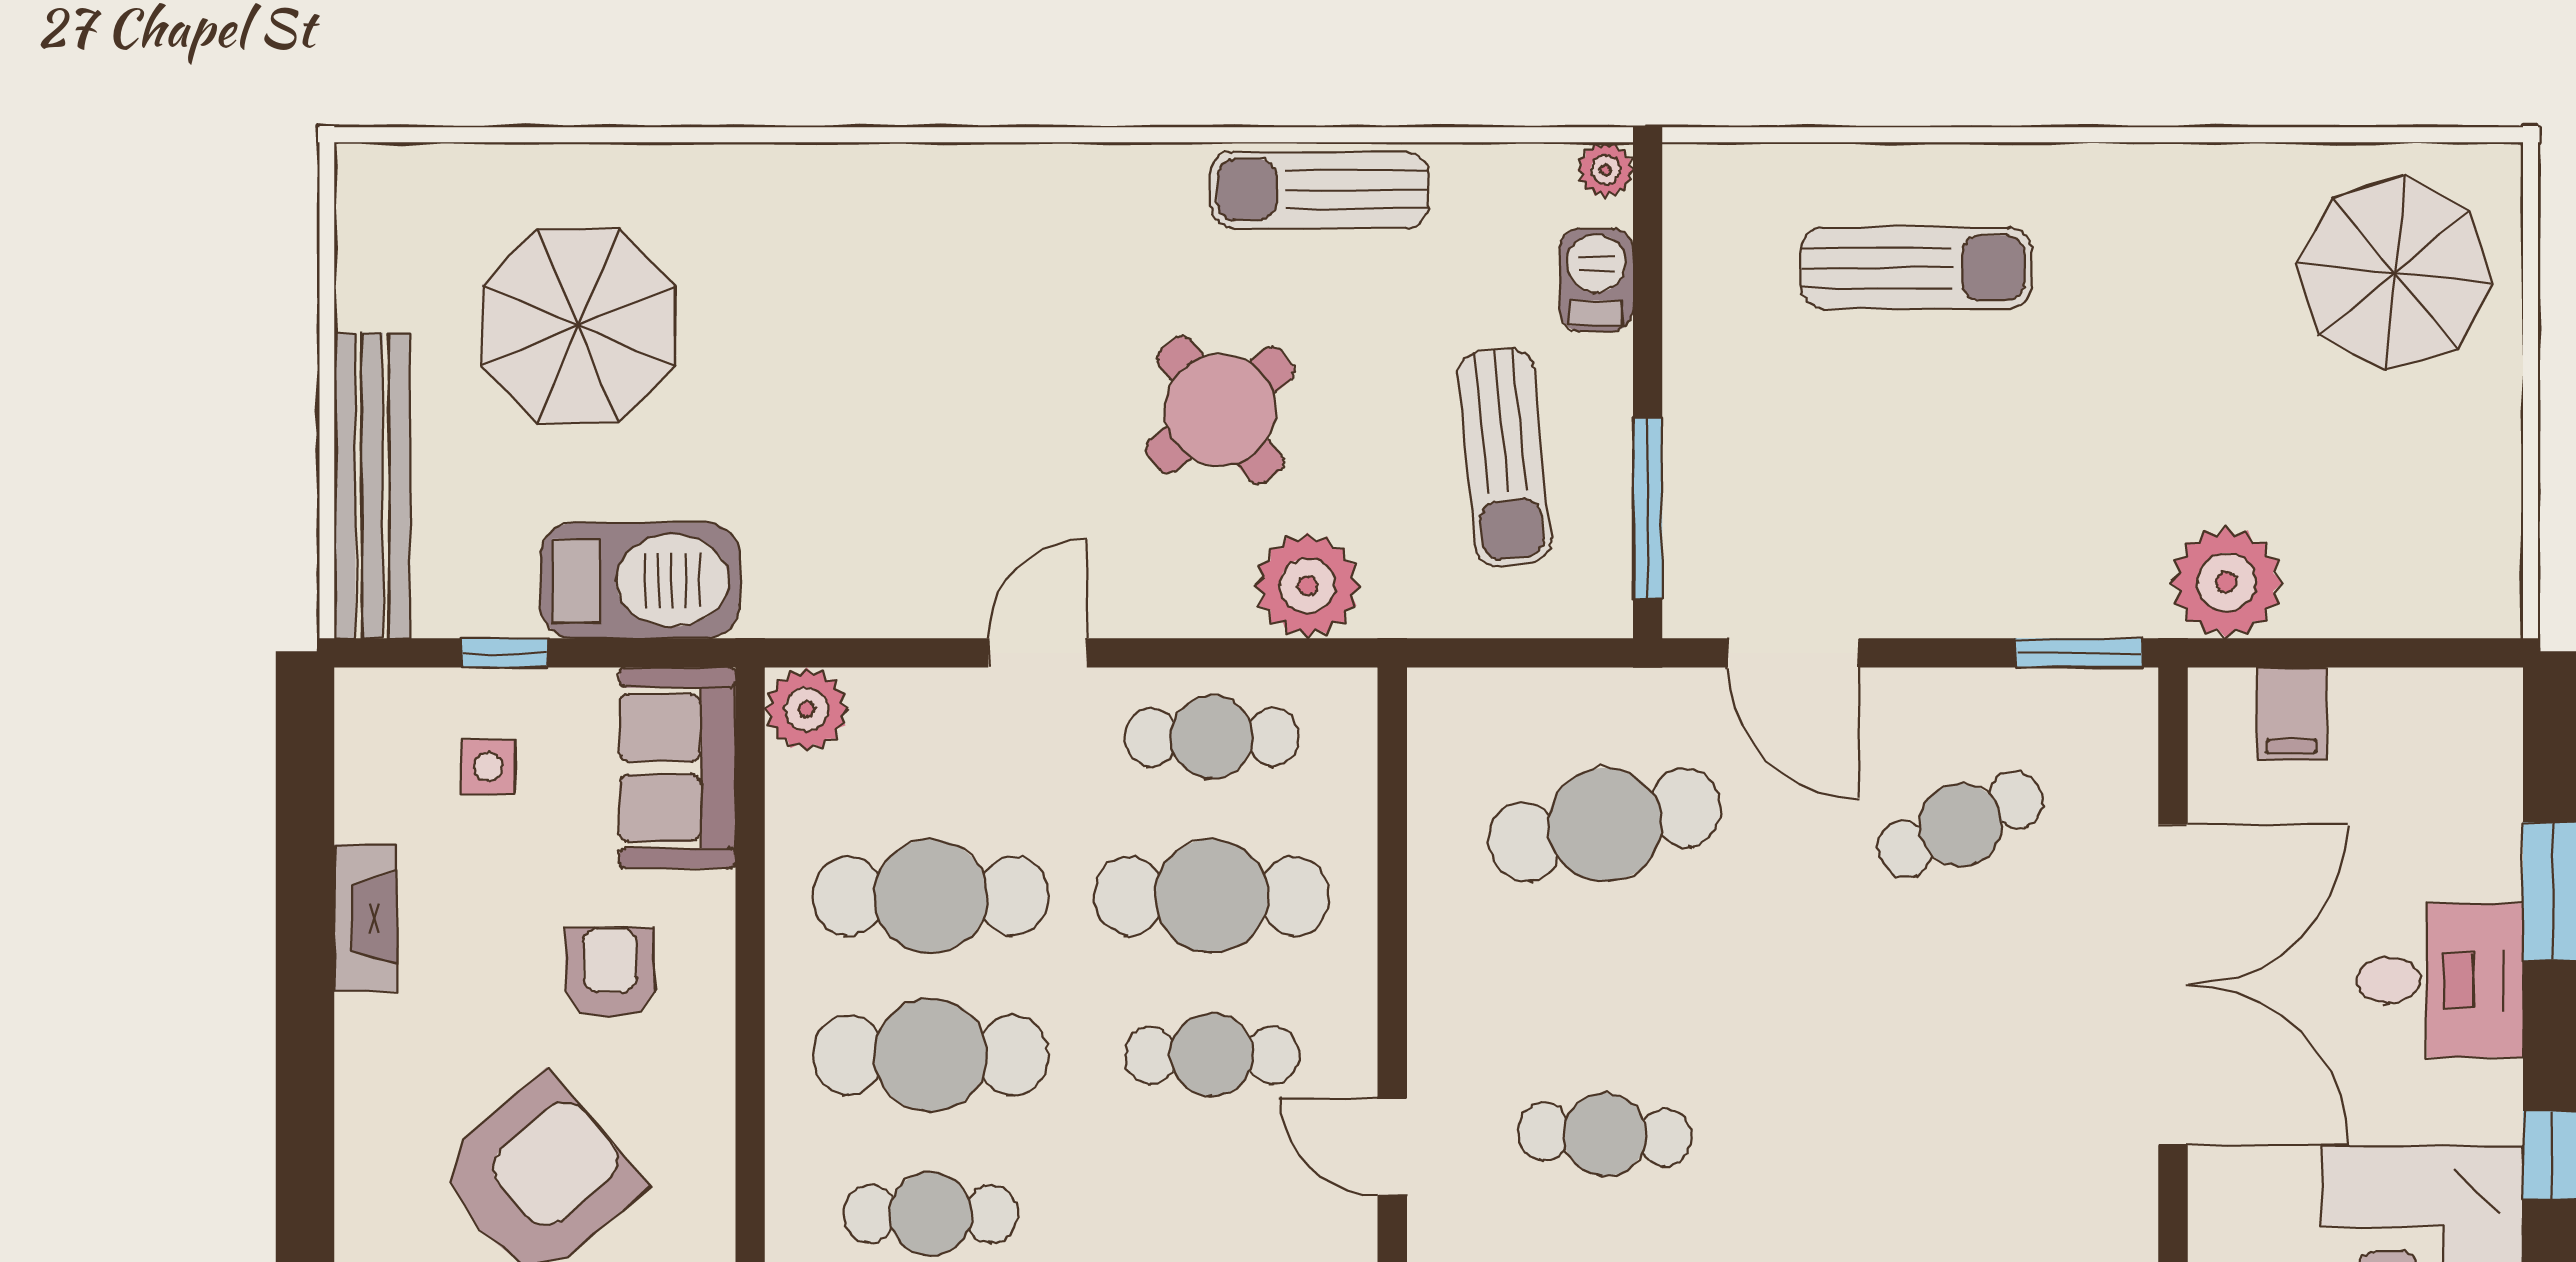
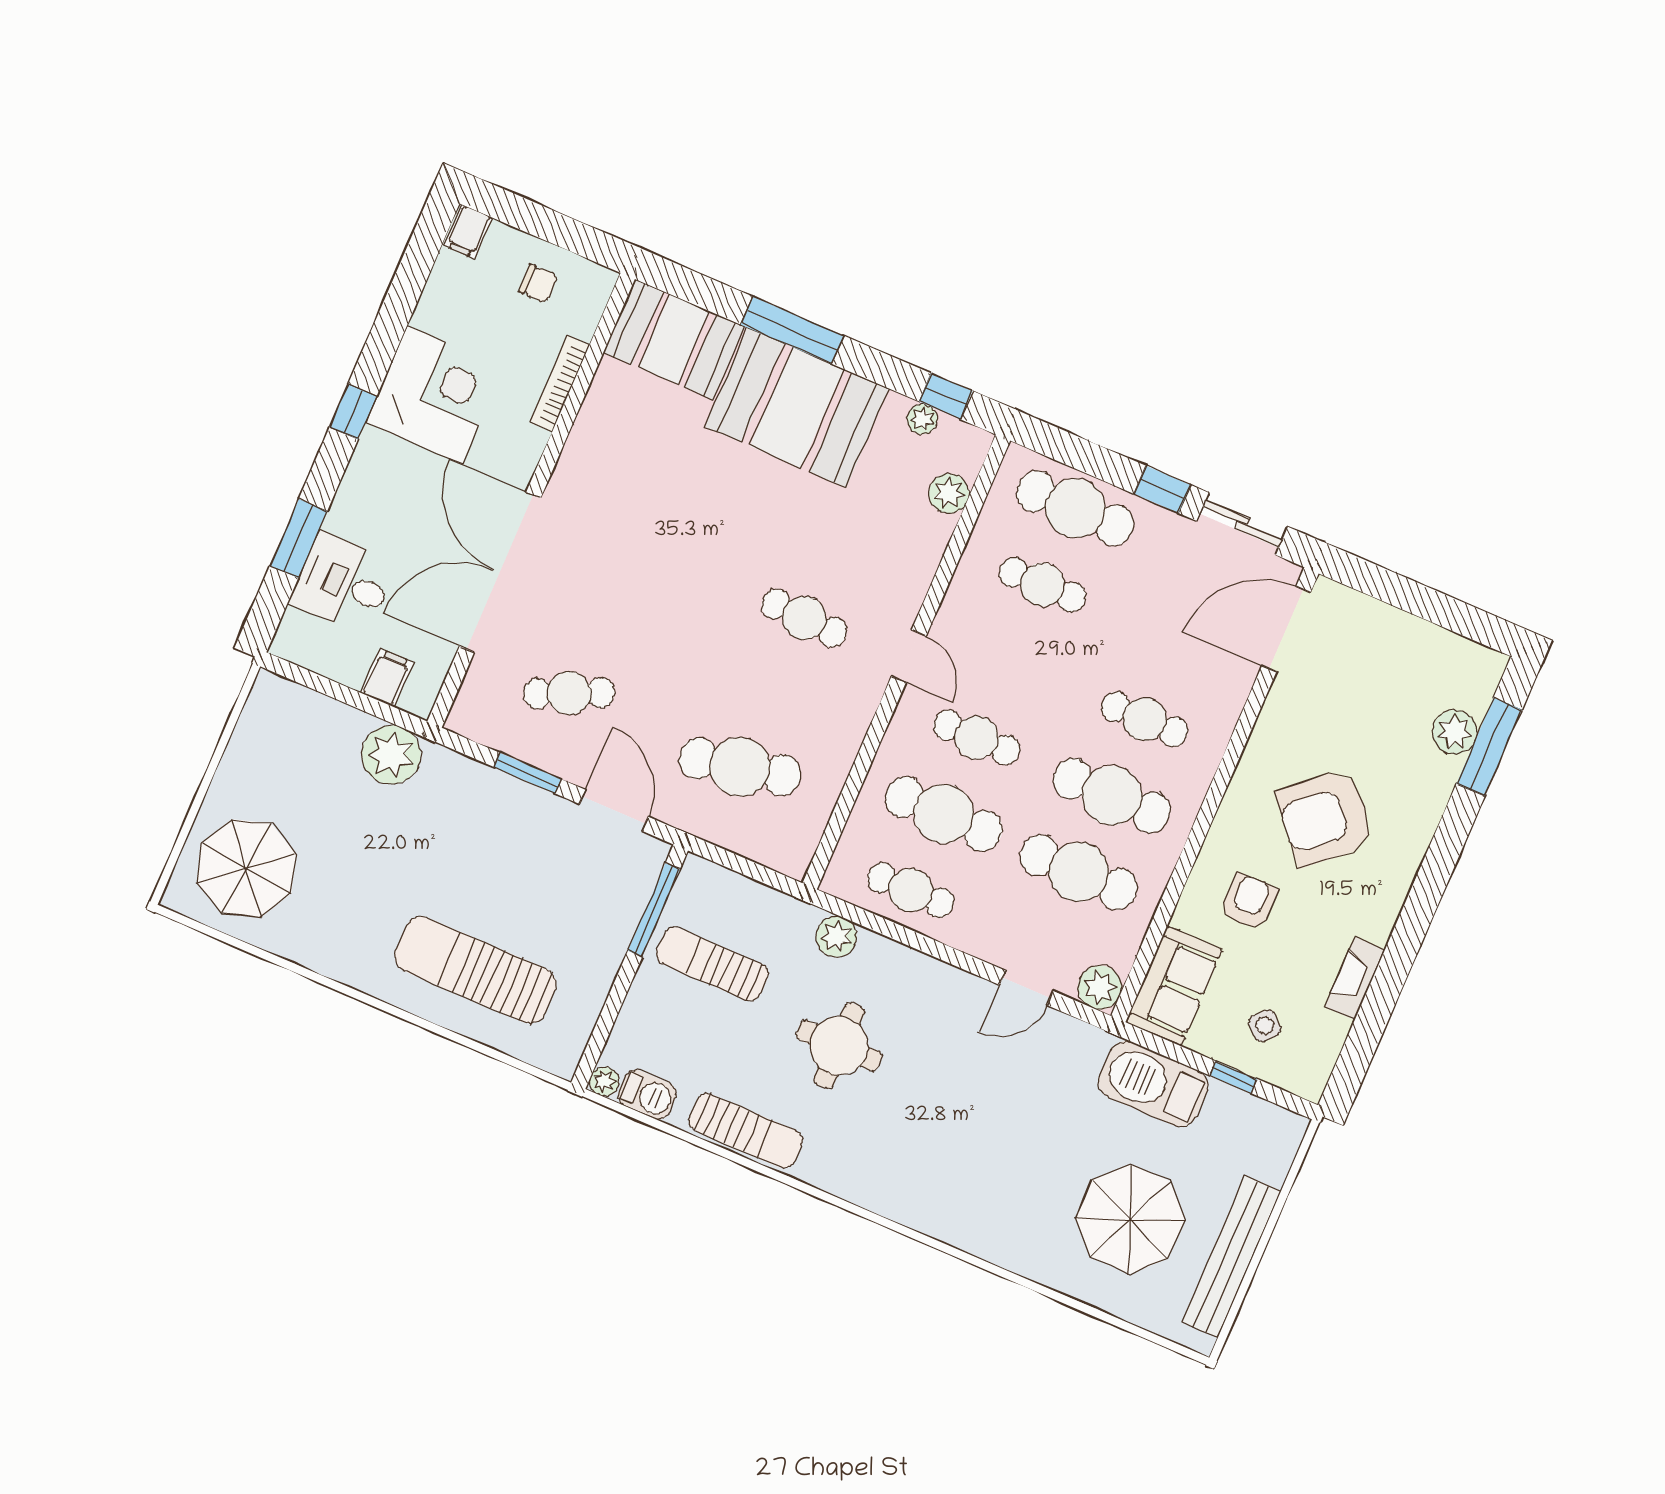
sun lounger: (1916, 268) -> (475, 970), width x1.36, depth x1.34
barbecue: (1596, 280) -> (647, 1095), moved, turned -90
round table: (1220, 410) -> (839, 1046), turned 38
sun lounger: (1504, 457) -> (712, 964), turned -84
bench: (372, 486) -> (1231, 1256), moved
plant: (1307, 585) -> (836, 937), width x0.73, depth x0.73
door: (1037, 653) -> (1026, 988), moved
window: (2079, 653) -> (527, 773), moved
side table: (488, 767) -> (1265, 1026), turned 45
armchair: (610, 973) -> (1249, 902), turned 180
desk: (2440, 980) -> (343, 583), moved

